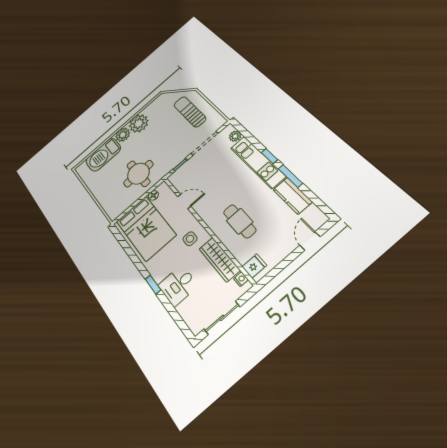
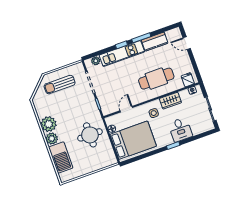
cafe table: (240, 221) -> (156, 79), width x1.37, depth x1.35
wardrobe: (219, 259) -> (170, 101), width x0.67

